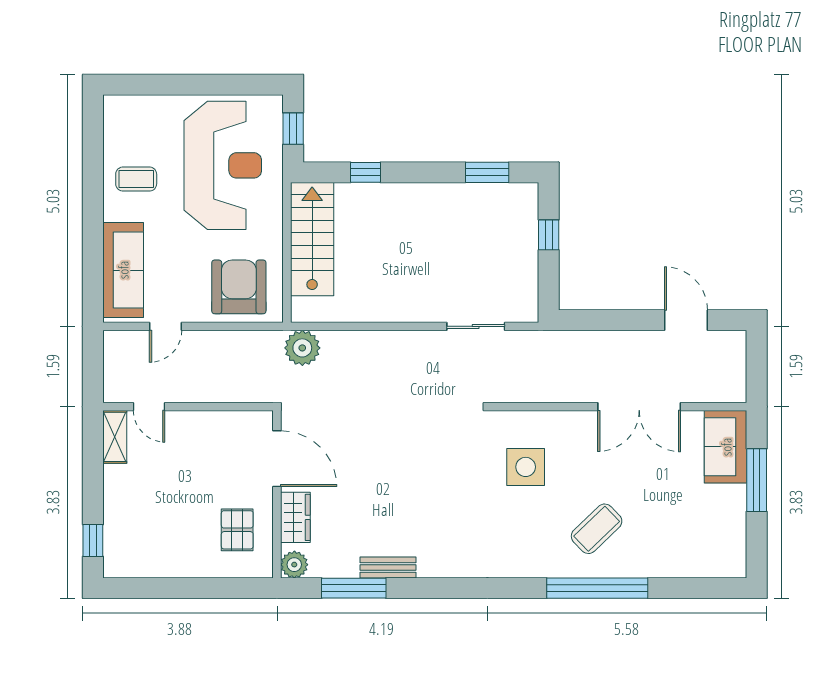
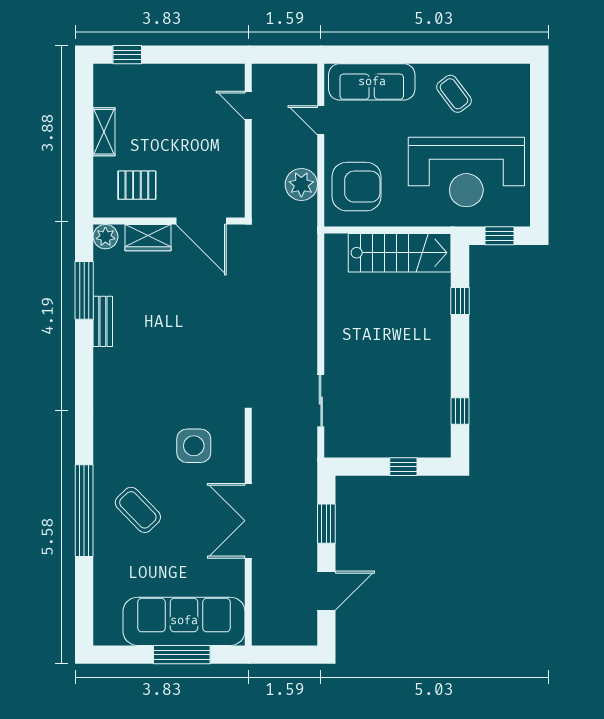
window: (487, 172) -> (460, 411), width x0.67
coffee table: (136, 179) -> (454, 94), turned -37
window: (612, 320) -> (326, 524), added
plant: (302, 348) -> (301, 184), moved
door: (149, 407) -> (248, 105), hinge flipped
double door: (639, 407) -> (248, 521), moved
shelving: (115, 437) -> (104, 132), moved, turned 90
sofa: (726, 447) -> (184, 621), width x1.85, depth x1.27
door: (277, 459) -> (201, 221), hinge flipped

